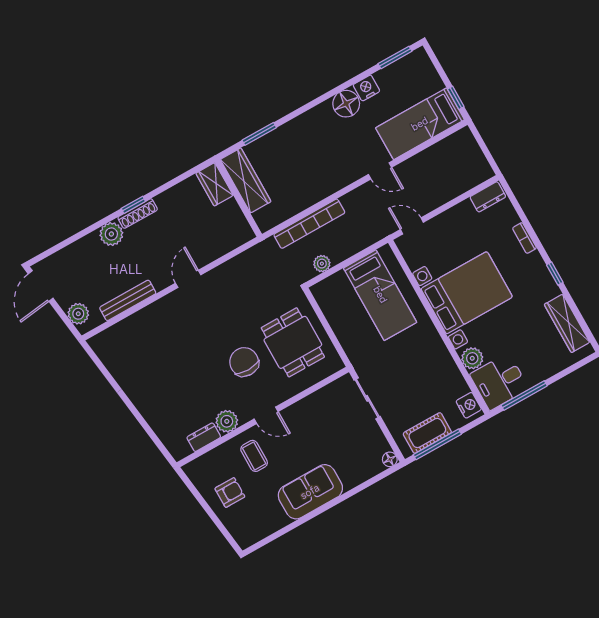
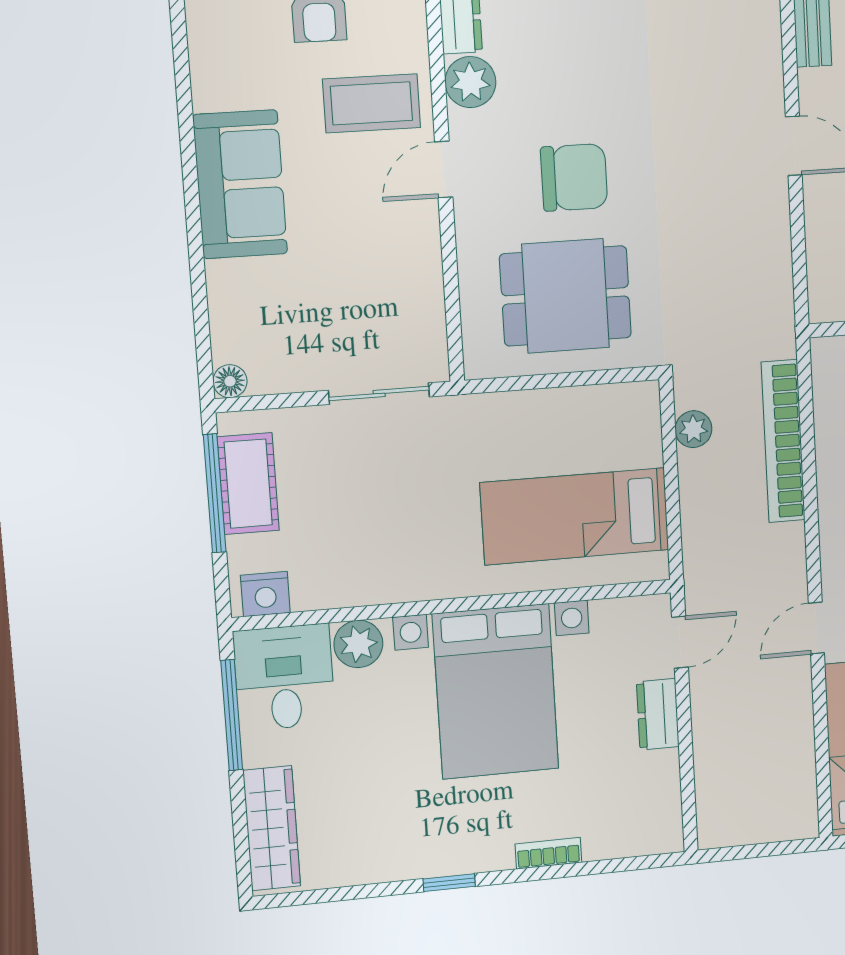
dresser: (488, 197) -> (658, 714), moved
wardrobe: (567, 323) -> (272, 828), moved, turned 90
coffee table: (254, 456) -> (372, 103), width x1.36, depth x1.30

